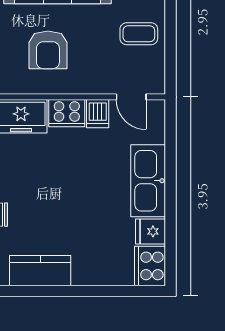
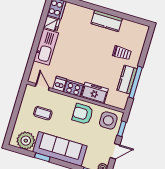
coffee table: (139, 34) -> (43, 113), moved
armchair: (48, 50) -> (83, 114), moved, turned -90

